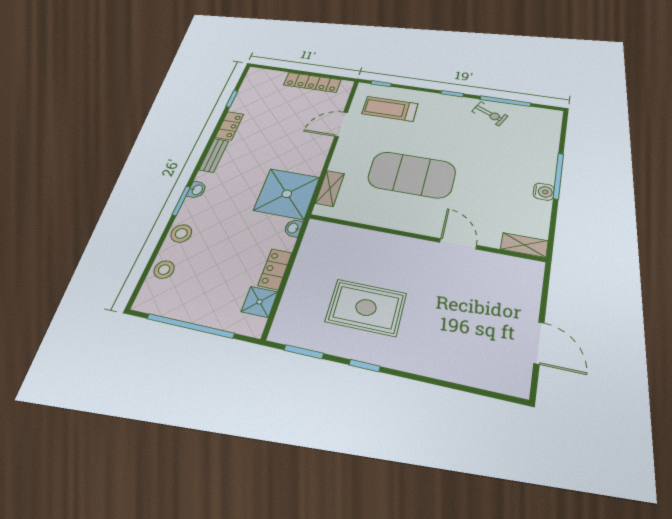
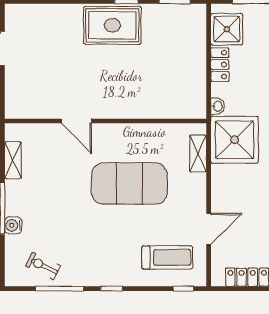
exercise bike: (490, 114) -> (43, 266), moved
water cooler: (544, 192) -> (13, 225), moved
shelving: (524, 245) -> (13, 160), moved, turned 90
shower: (259, 302) -> (227, 29), width x1.36, depth x1.36
rug: (366, 307) -> (112, 25), moved

